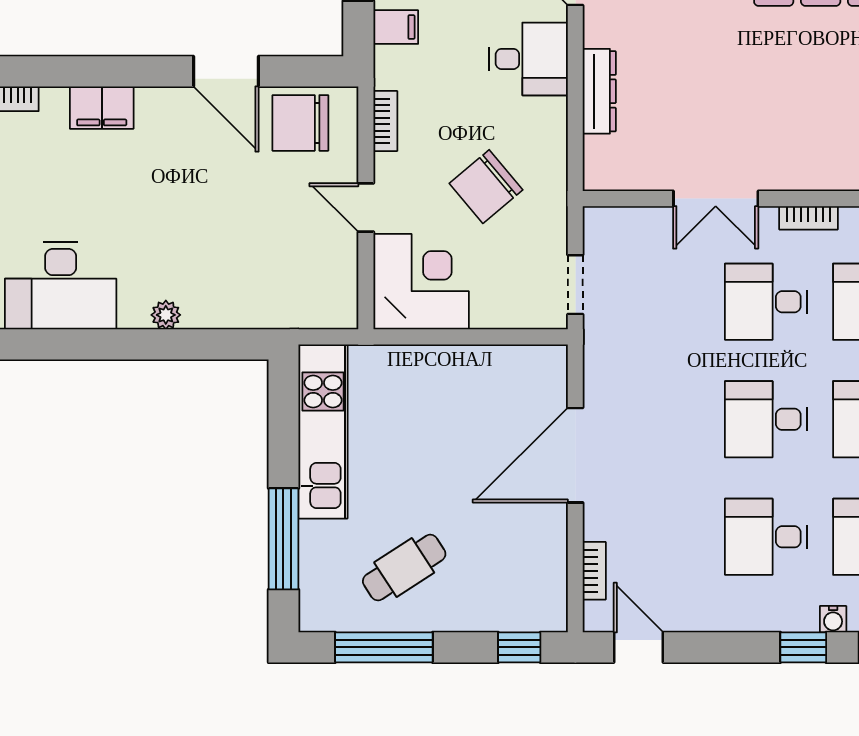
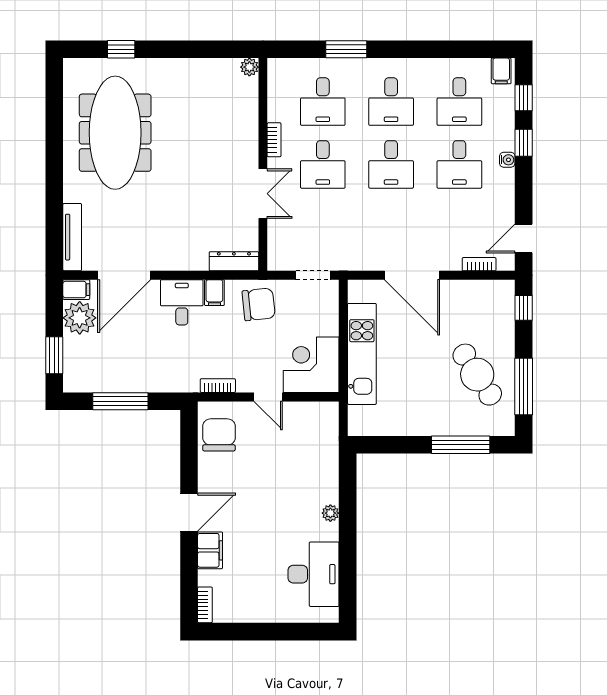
filing cabinet: (396, 27) -> (214, 293), moved, turned 180
door: (226, 71) -> (189, 512), moved
dresser: (599, 91) -> (234, 261), moved
chair: (300, 123) -> (219, 435), turned 180
chair: (486, 187) -> (259, 304), moved, turned -56
door: (366, 208) -> (268, 397), hinge flipped
kitchen unit: (323, 432) -> (362, 354), moved, turned 90
cafe table: (404, 568) -> (477, 375), width x1.37, depth x1.35
water cooler: (833, 619) -> (507, 160), moved

